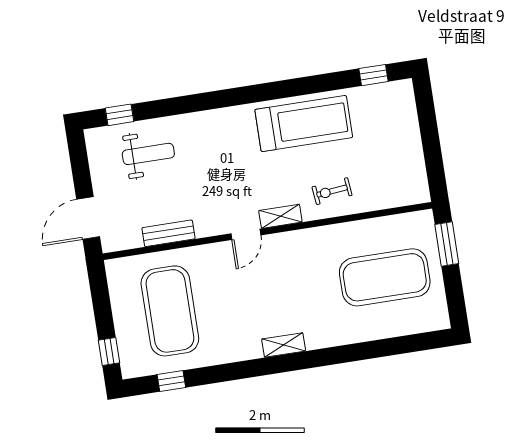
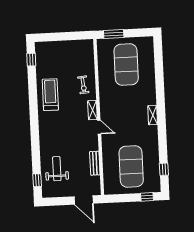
treadmill: (304, 124) -> (50, 95), width x0.73, depth x0.73
exercise mat: (170, 311) -> (131, 166), turned 90

